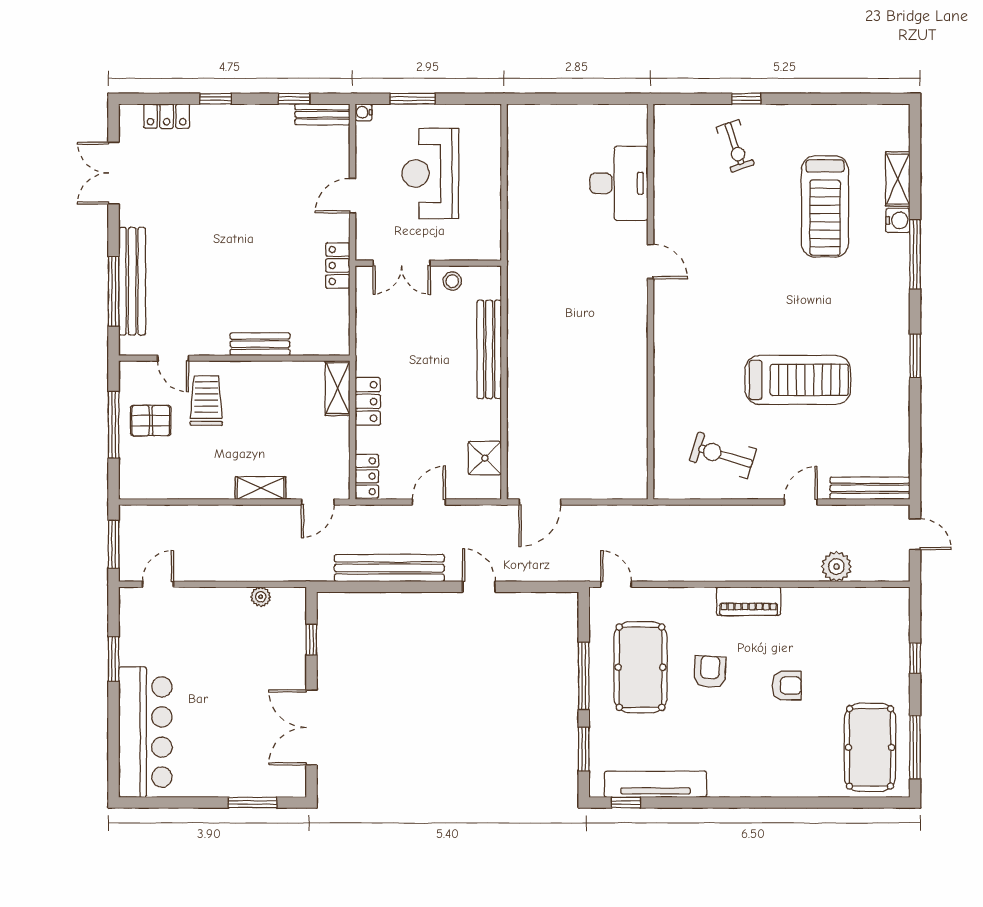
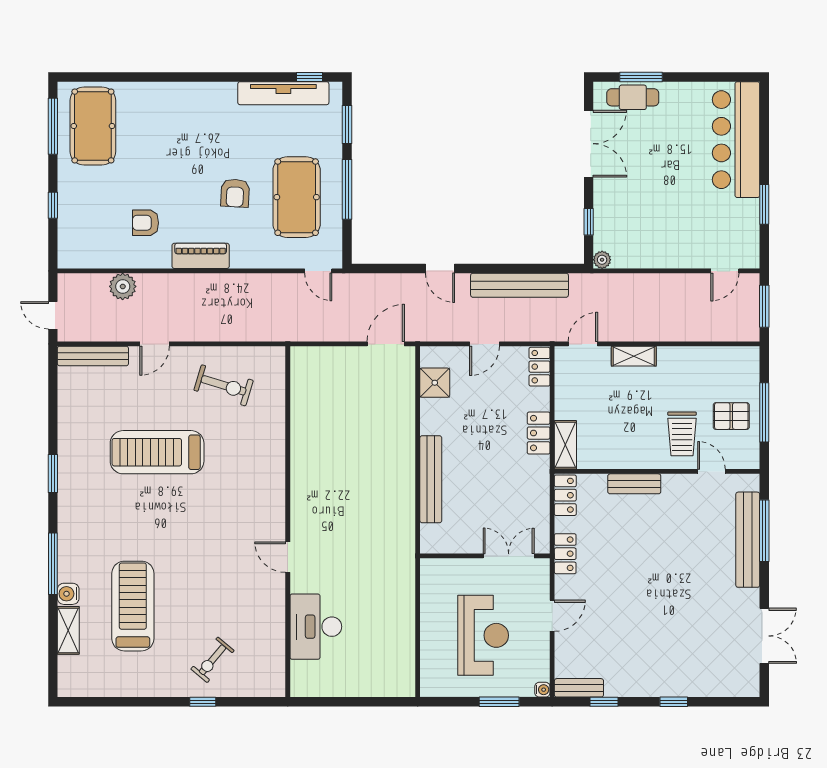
locker: (167, 116) -> (565, 495), moved, turned 90
exercise bike: (735, 146) -> (212, 660), turned -121
stool: (452, 281) -> (464, 540), removed
plant: (261, 597) -> (602, 260), moved
armchair: (787, 686) -> (146, 223), moved
cafe table: (262, 780) -> (633, 97), added

